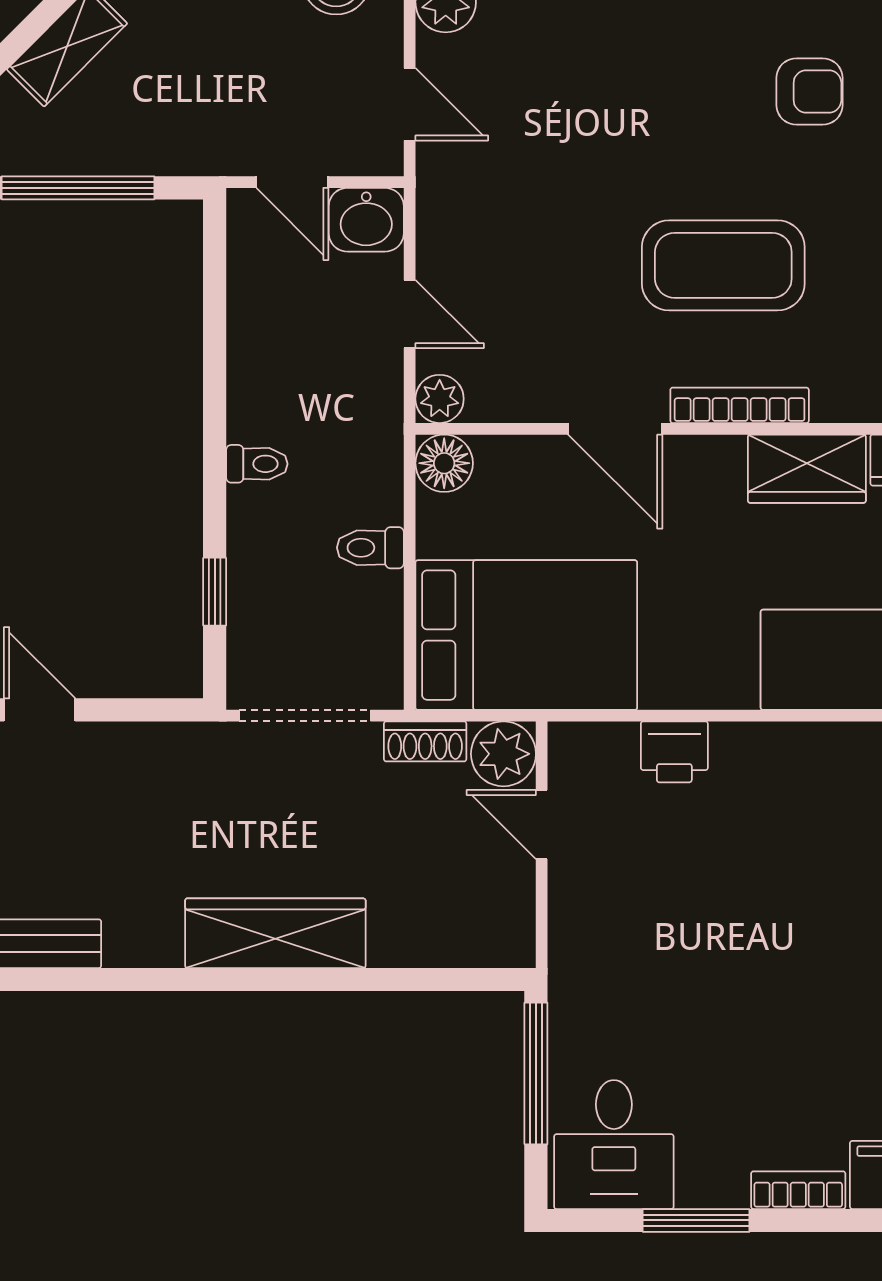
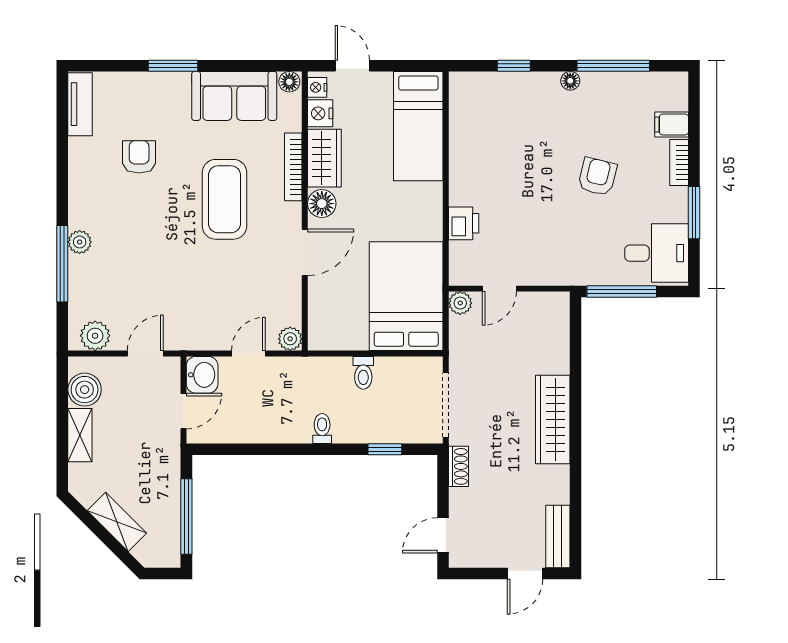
bookcase: (740, 405) -> (293, 167), moved
floor lamp: (444, 463) -> (322, 204), moved
shoe rack: (425, 741) -> (458, 466), moved
plant: (503, 754) -> (460, 303), width x0.73, depth x0.73
armchair: (769, 1024) -> (597, 177), added

